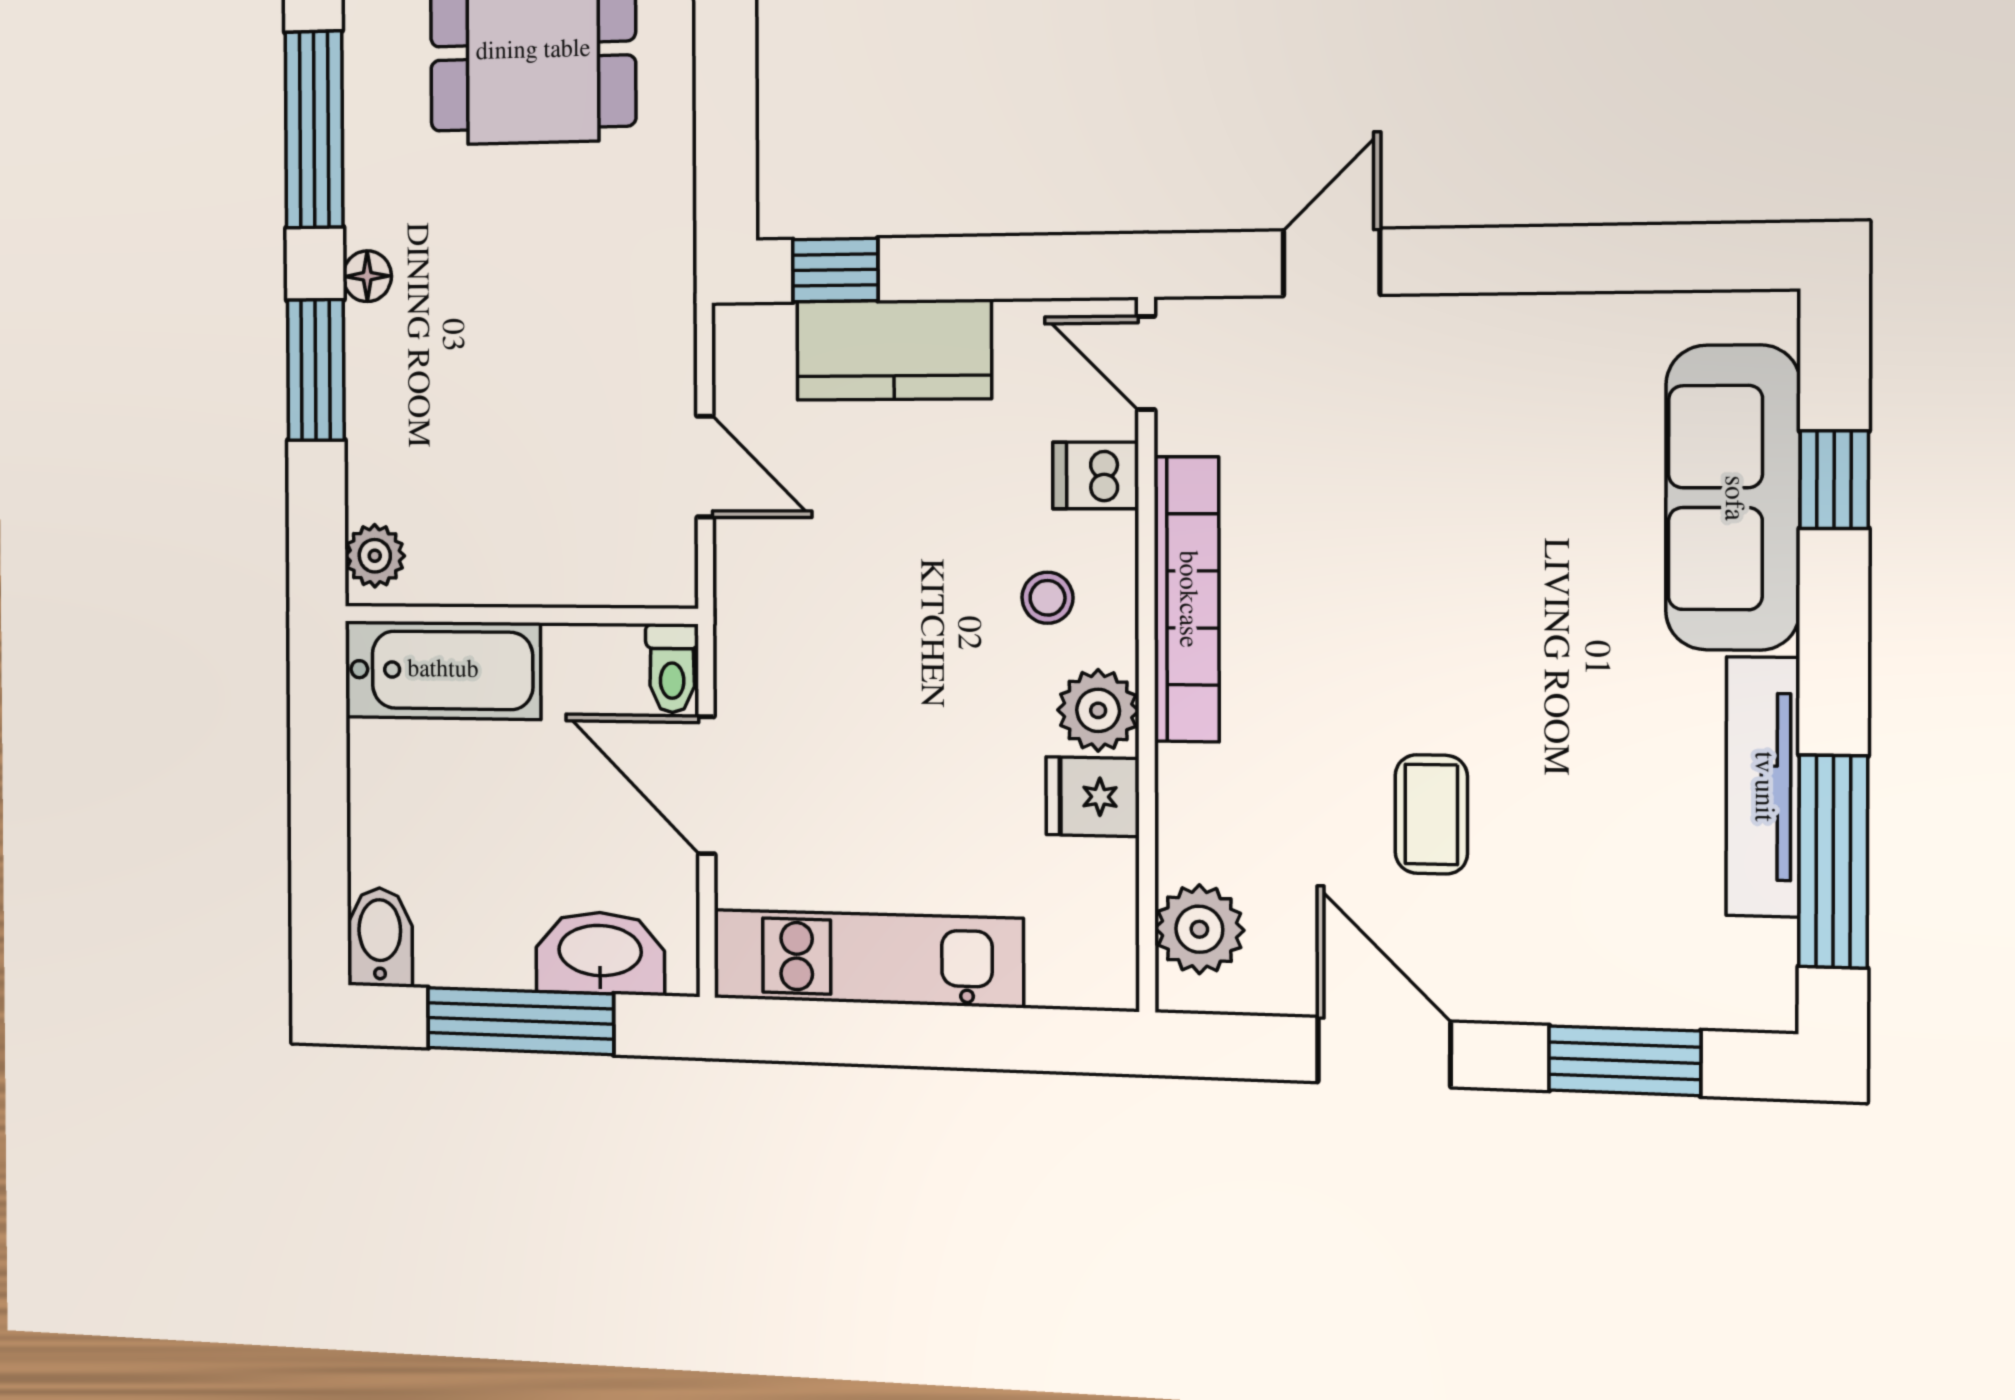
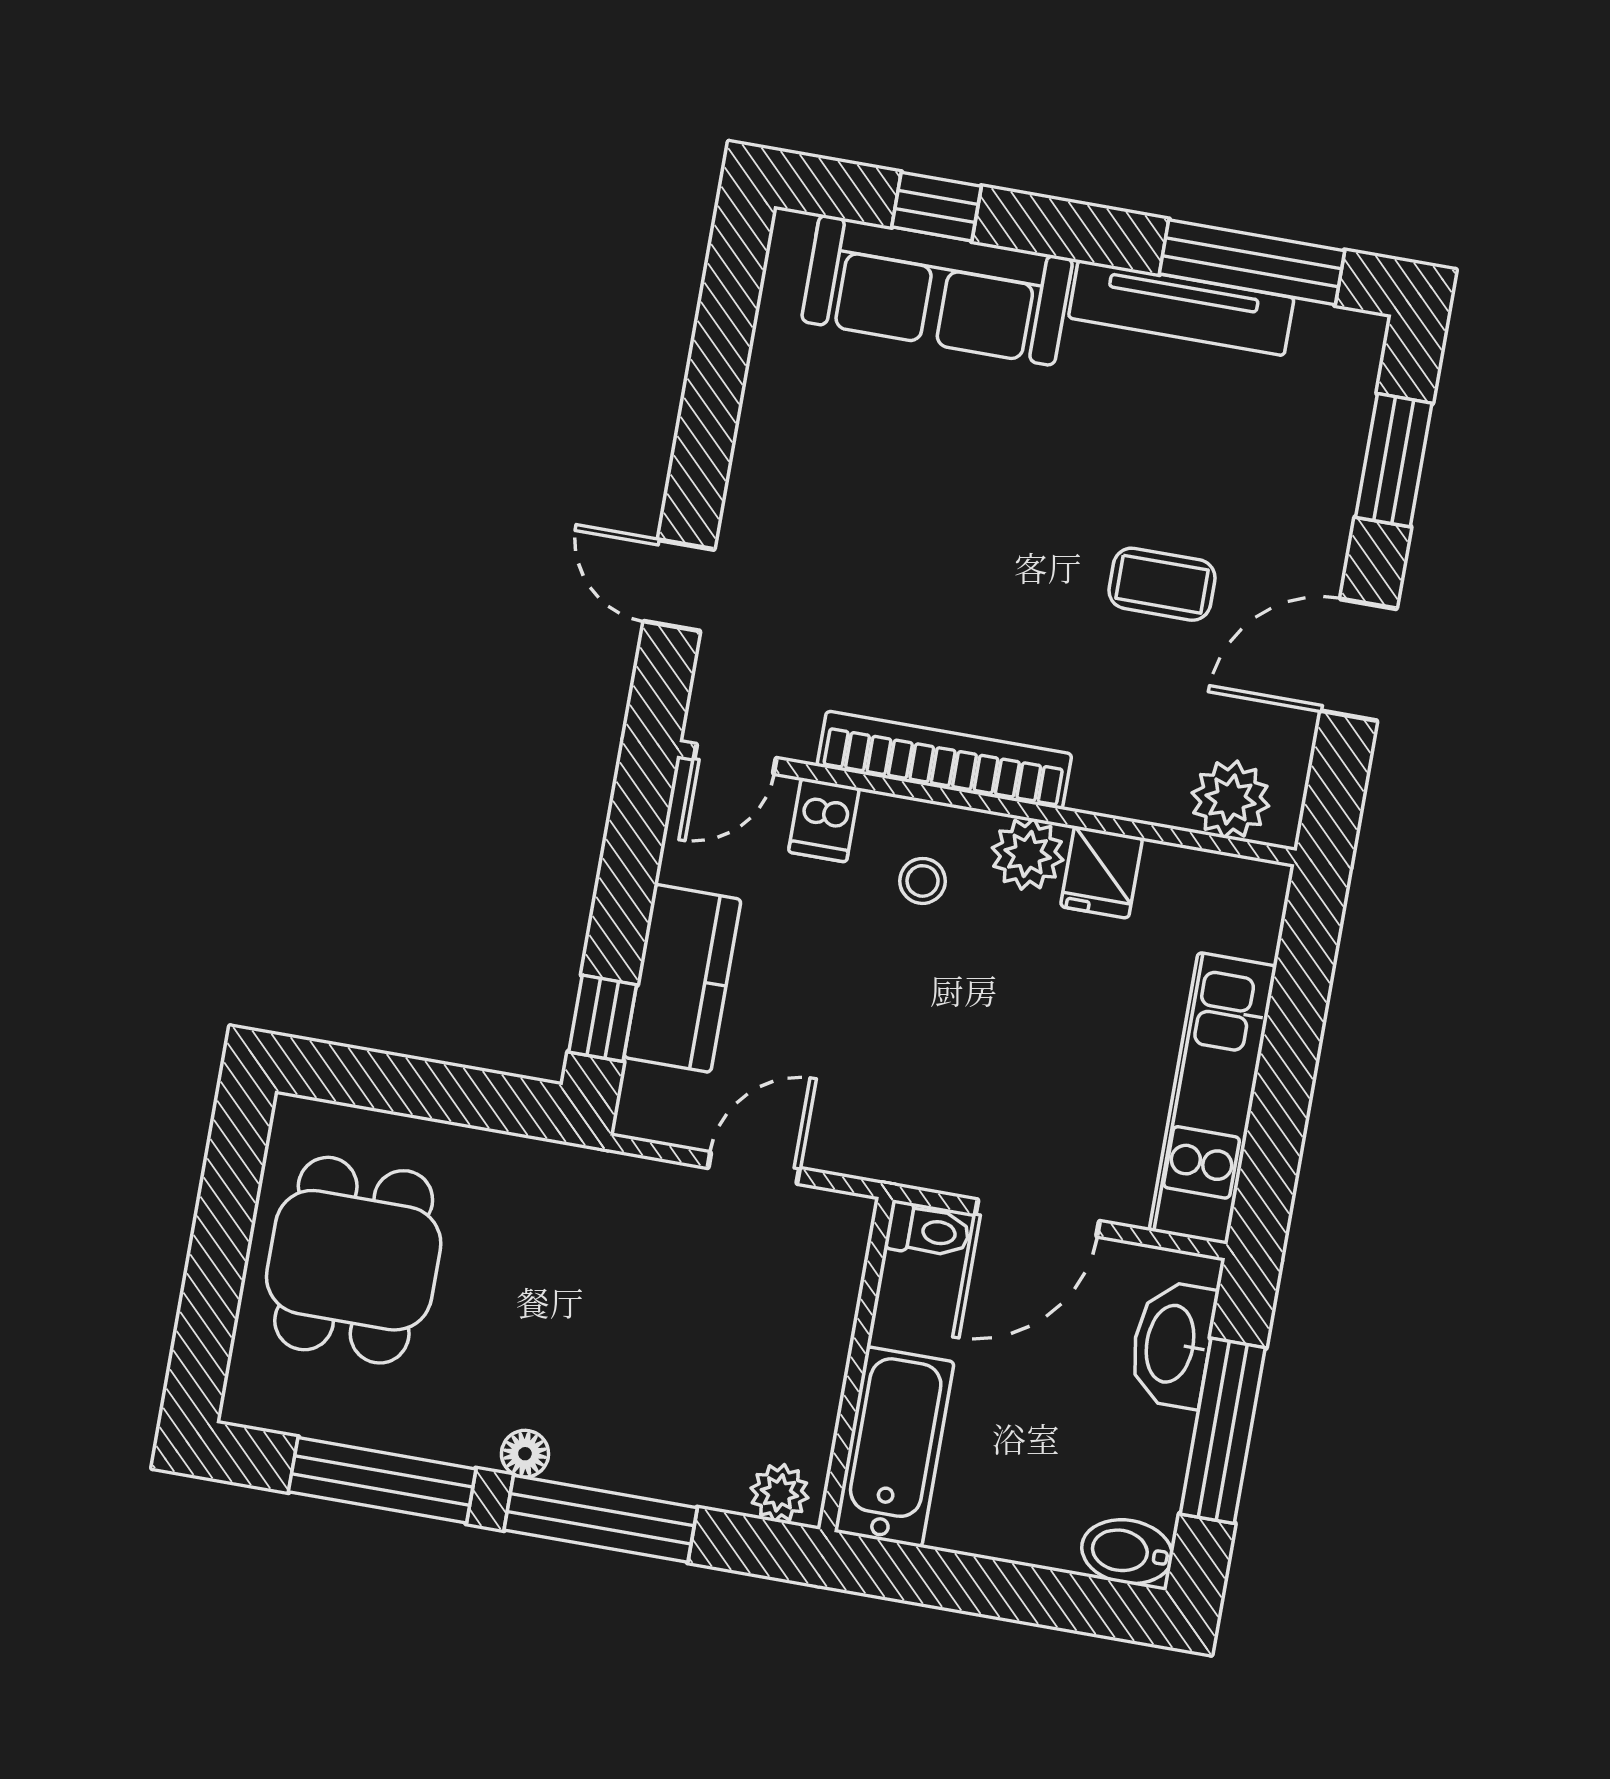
window: (316, 370) -> (601, 1519), width x1.44

